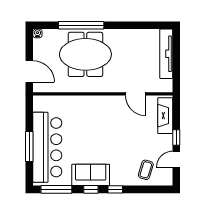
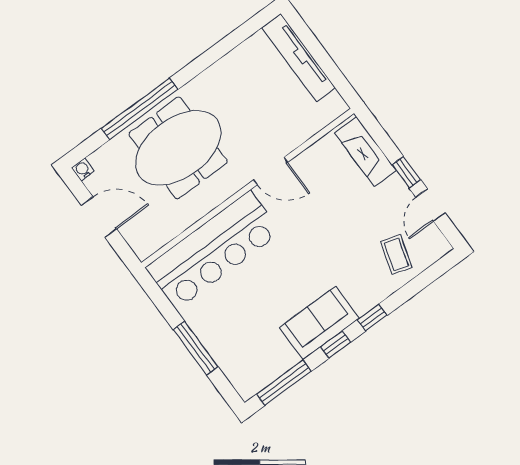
door: (29, 71) -> (99, 217), moved
door: (136, 94) -> (271, 171), moved
bar counter: (47, 147) -> (213, 250), moved, turned 90

